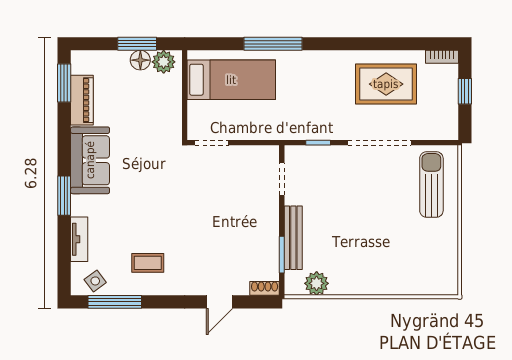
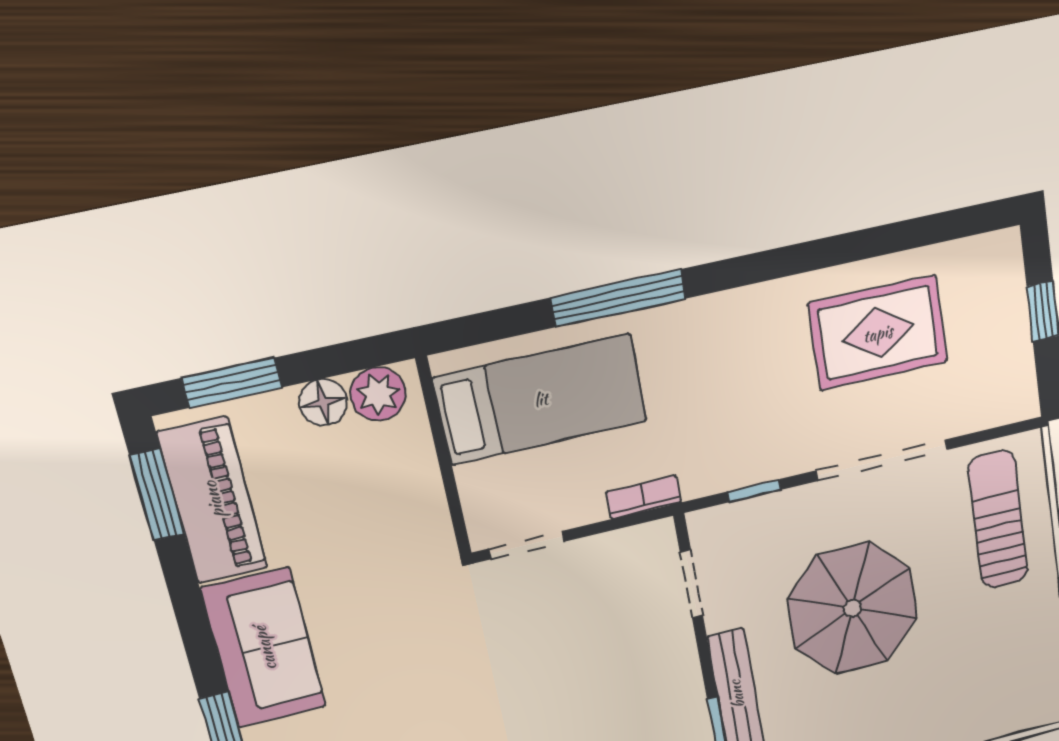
window: (137, 44) -> (232, 383), moved
bookcase: (442, 57) -> (644, 497), moved, turned 180
piano: (82, 100) -> (213, 500), width x1.37, depth x1.33
parasol: (355, 210) -> (852, 608), added

